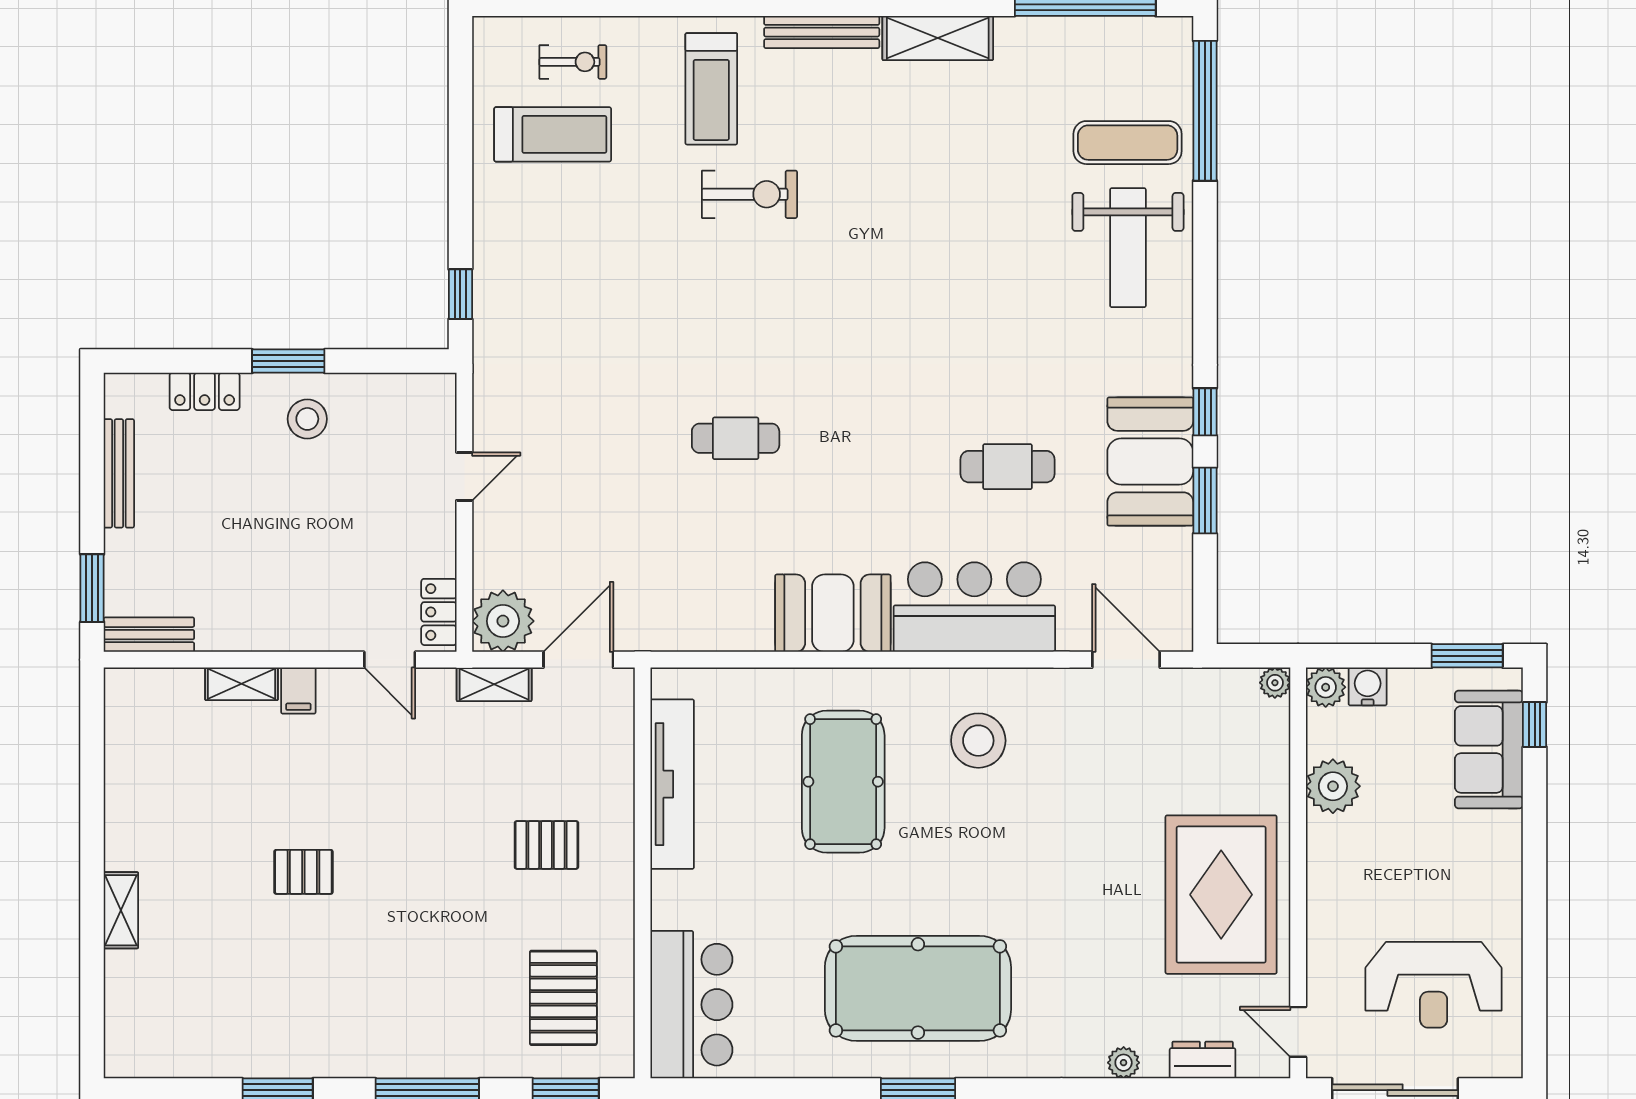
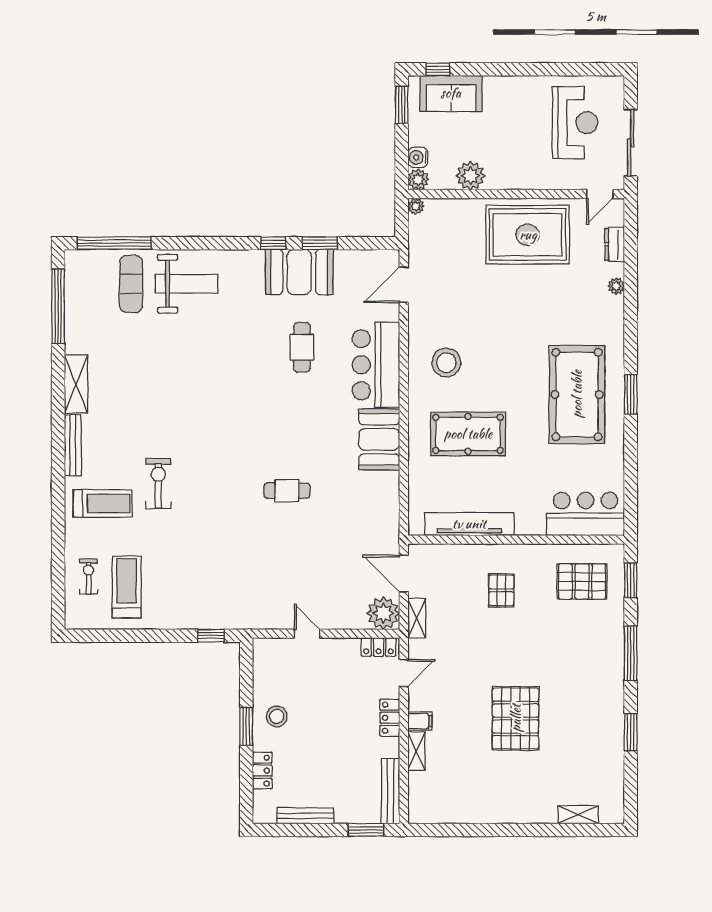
cafe table: (736, 438) -> (287, 491), turned 90
locker: (305, 633) -> (390, 718), added
bench: (149, 635) -> (390, 791), width x1.36
pallet: (303, 872) -> (516, 718), width x2.05, depth x2.00
shelving: (121, 910) -> (578, 815), moved

